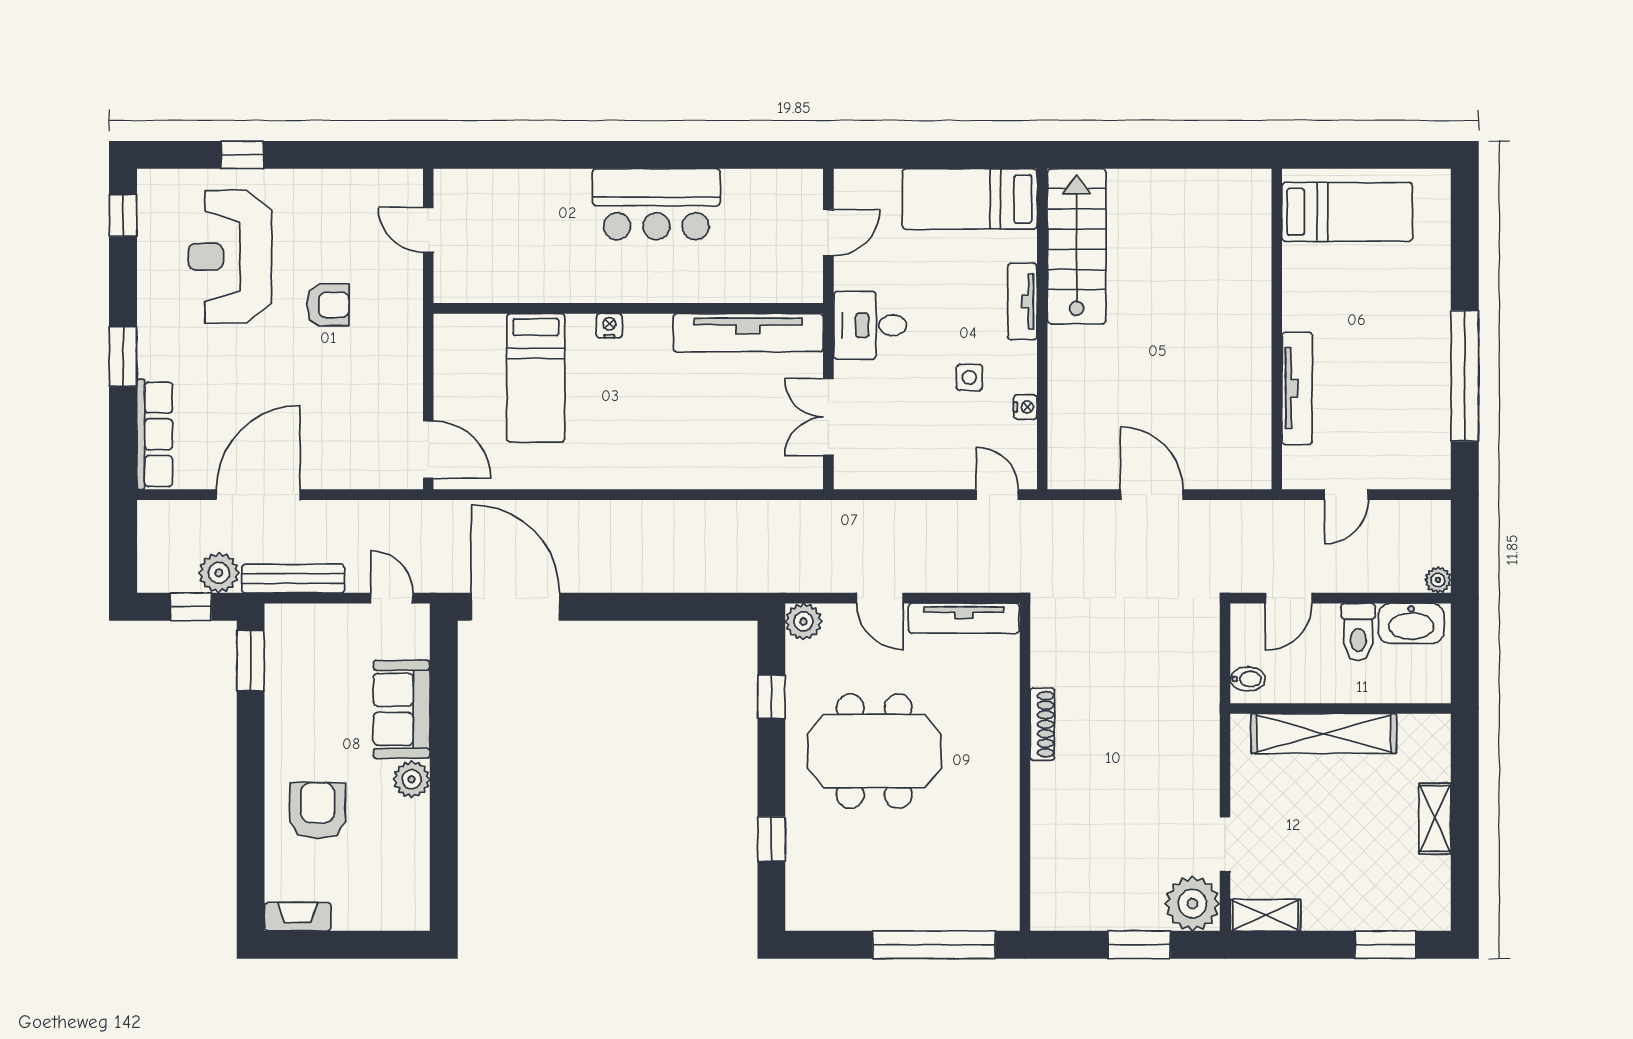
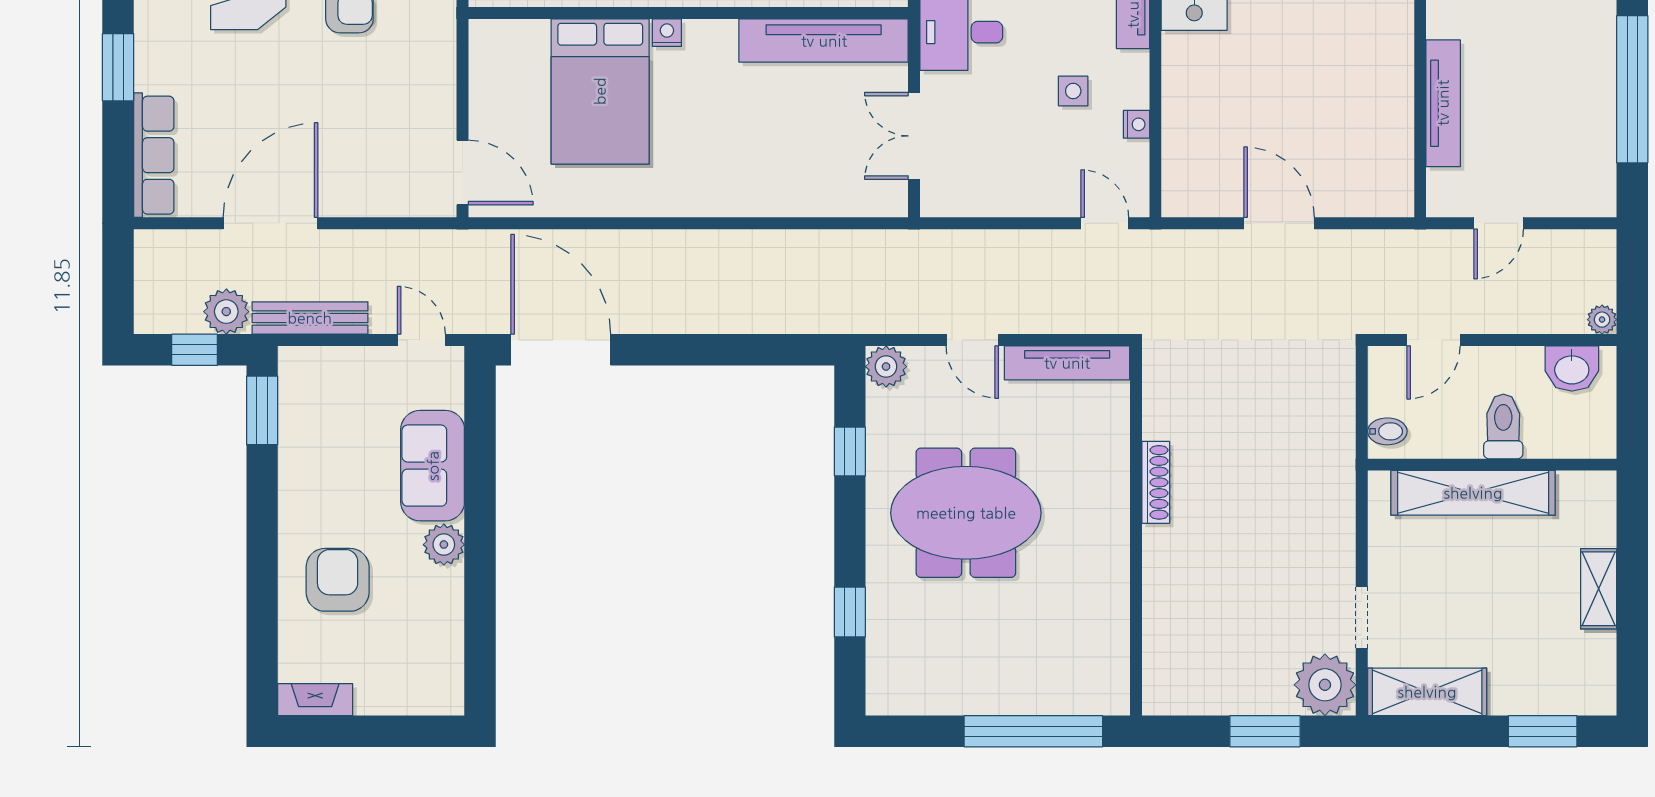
bed: (536, 378) -> (600, 91), width x1.50
washbasin: (1411, 623) -> (1572, 369), width x0.72
toilet: (1358, 632) -> (1503, 427), moved, turned 180
shelving: (1265, 915) -> (1427, 692), width x1.50, depth x1.33

